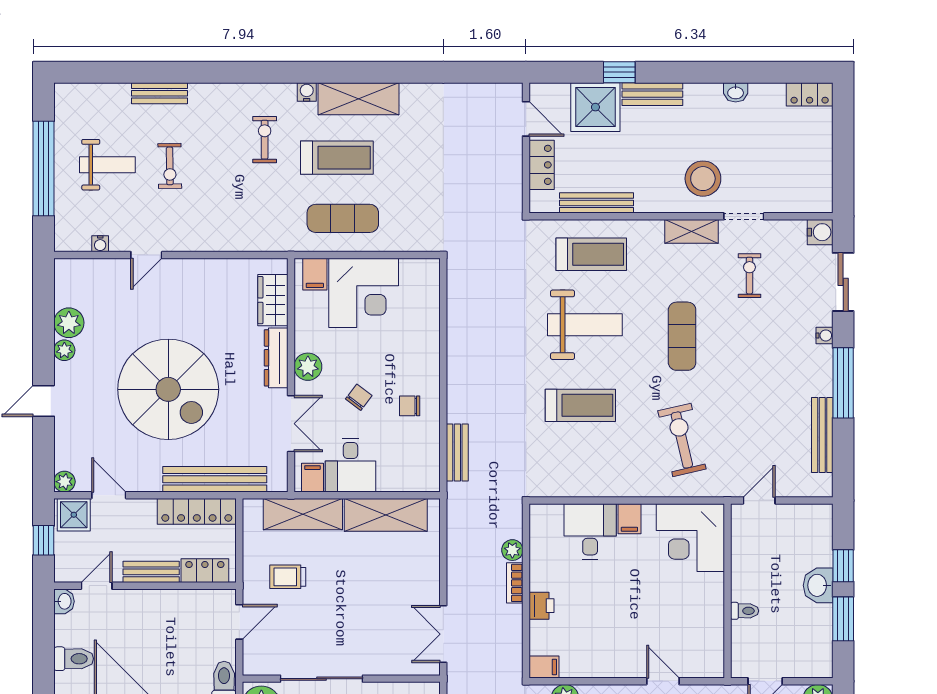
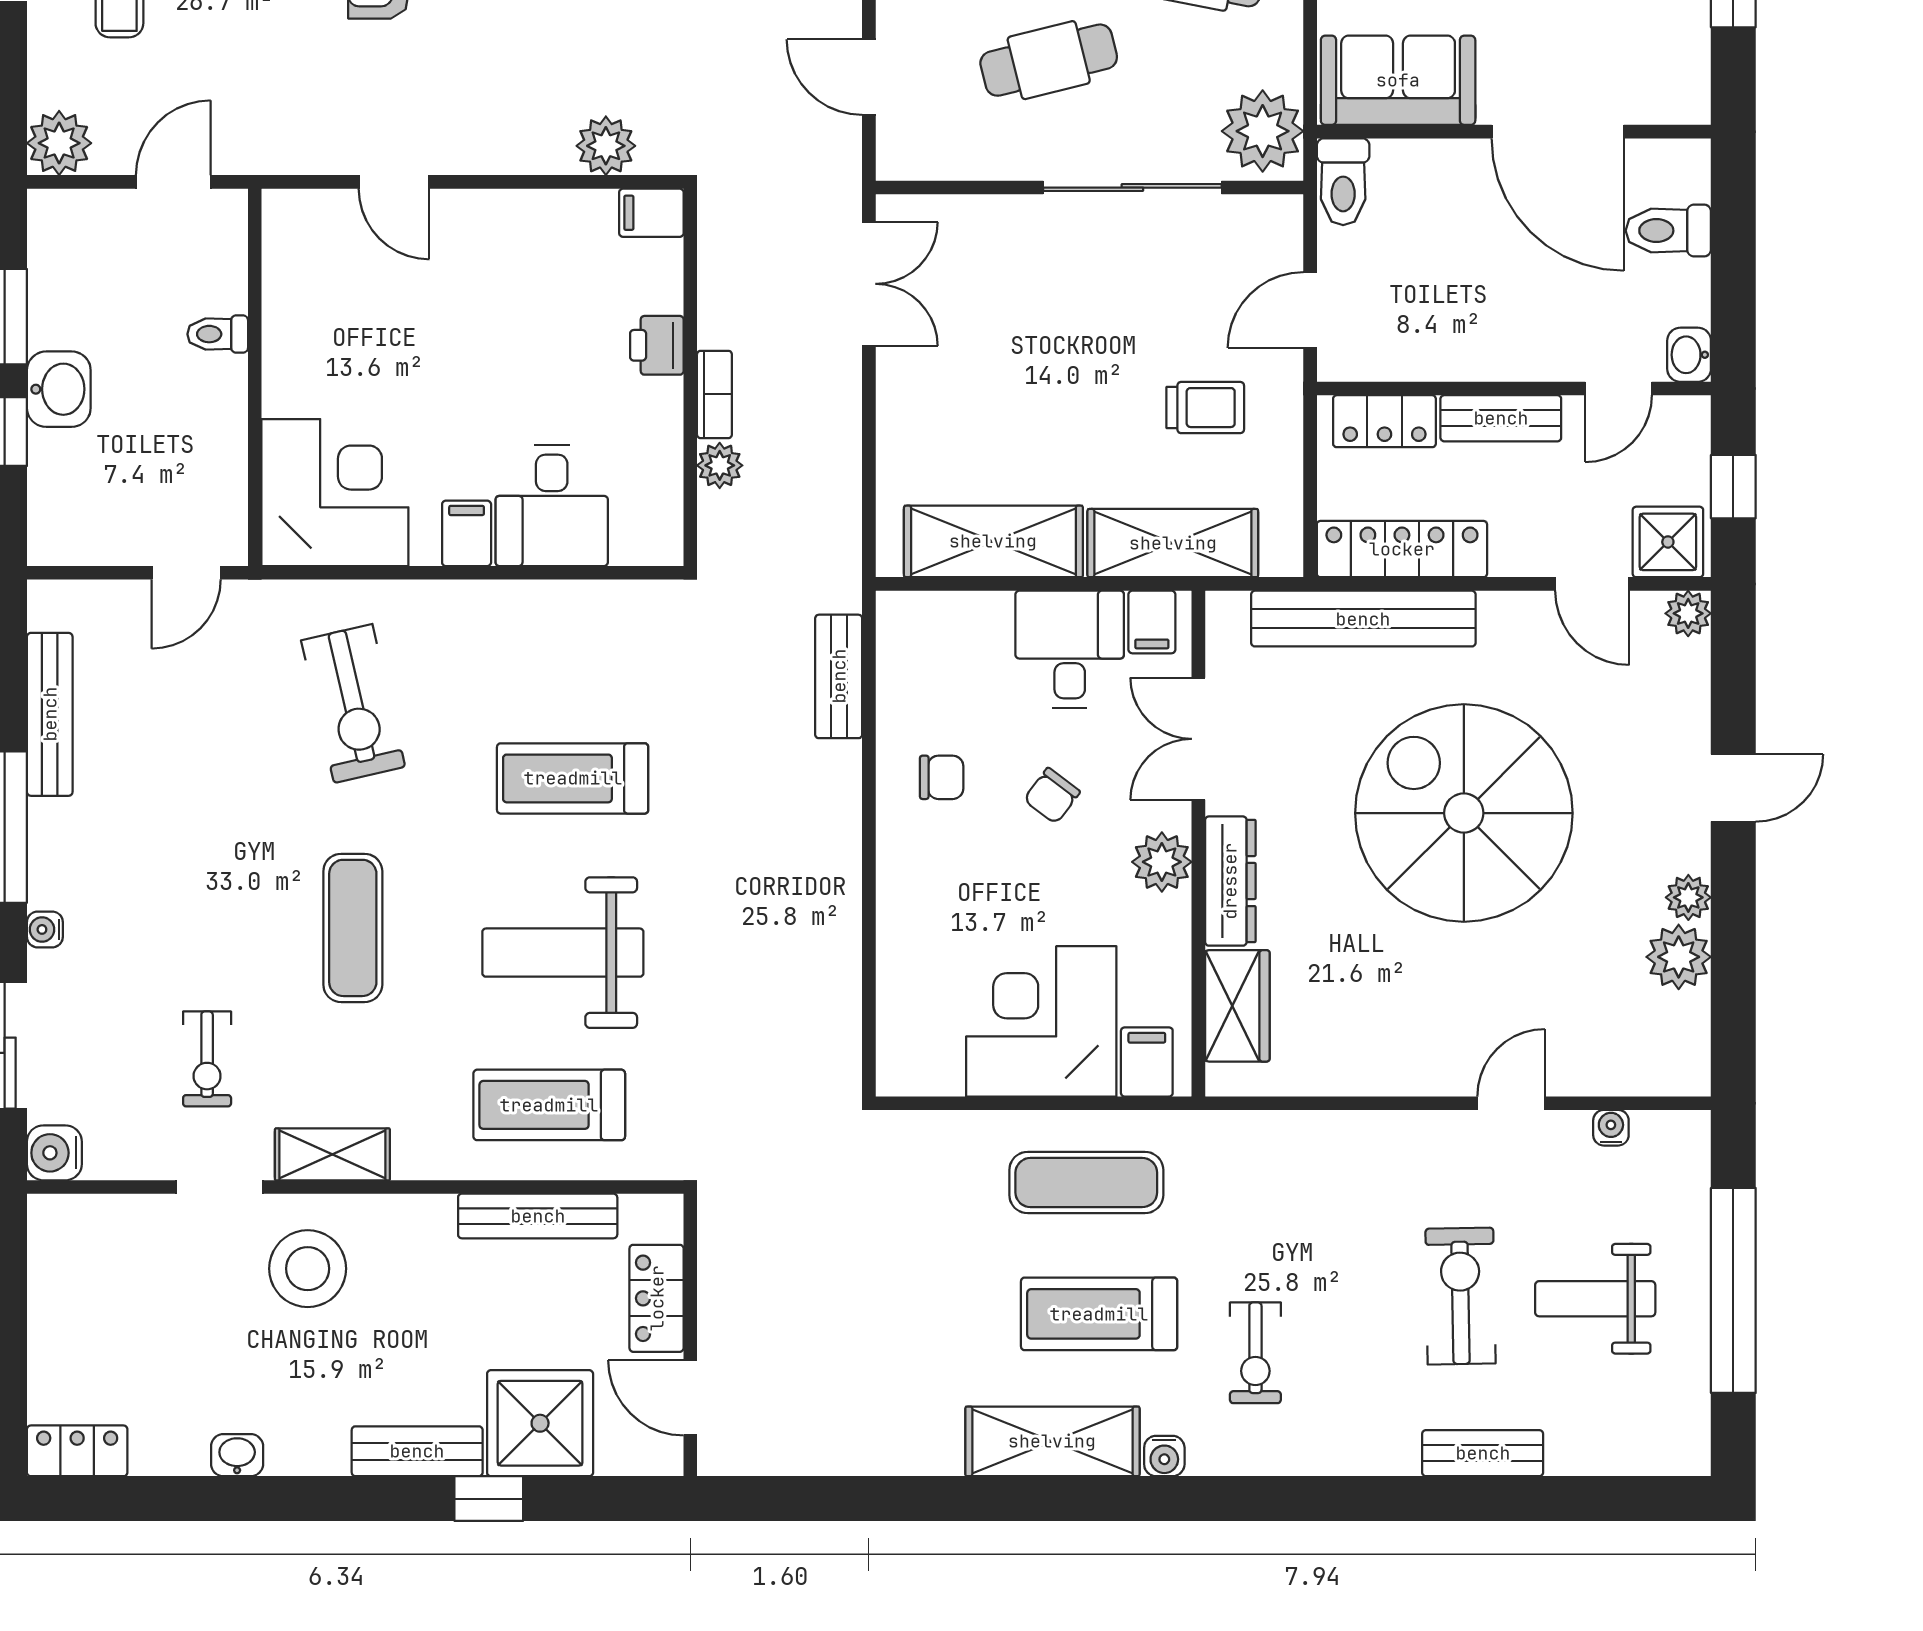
exercise bike: (170, 166) -> (1460, 1296), width x1.38, depth x1.39

